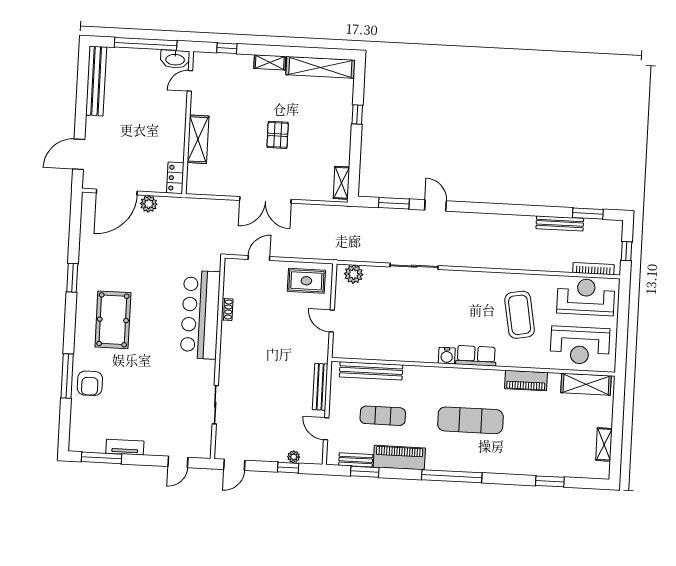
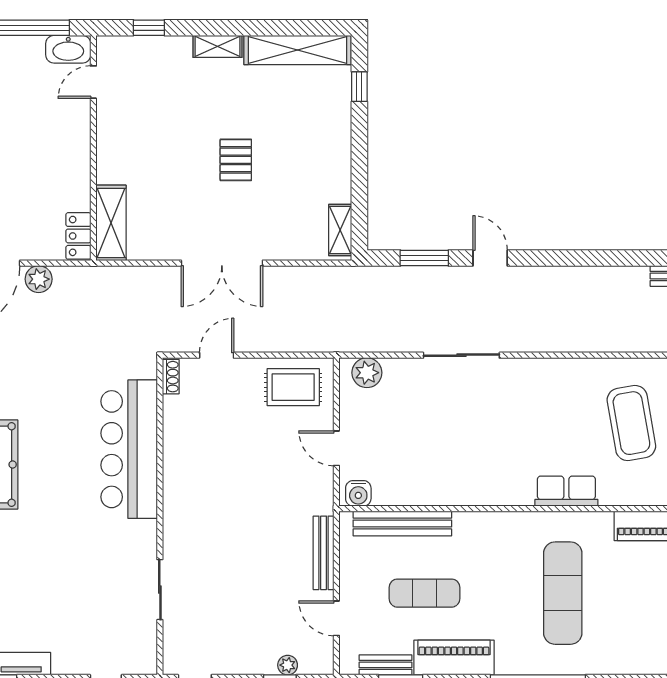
window: (357, 115) -> (359, 87), moved
shelving: (198, 139) -> (111, 223), moved
shoe rack: (227, 309) -> (171, 377), moved
water cooler: (447, 356) -> (358, 493), moved
exercise mat: (470, 420) -> (563, 593), turned 90

